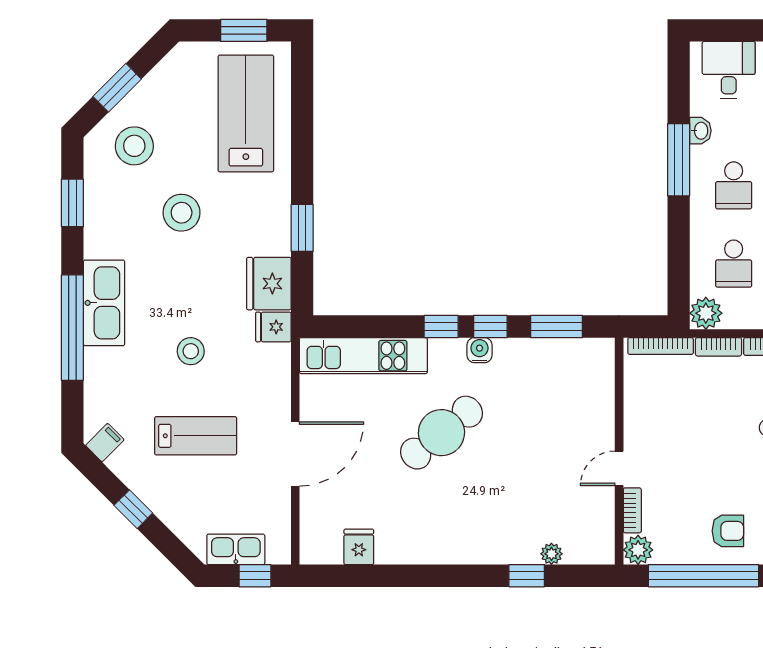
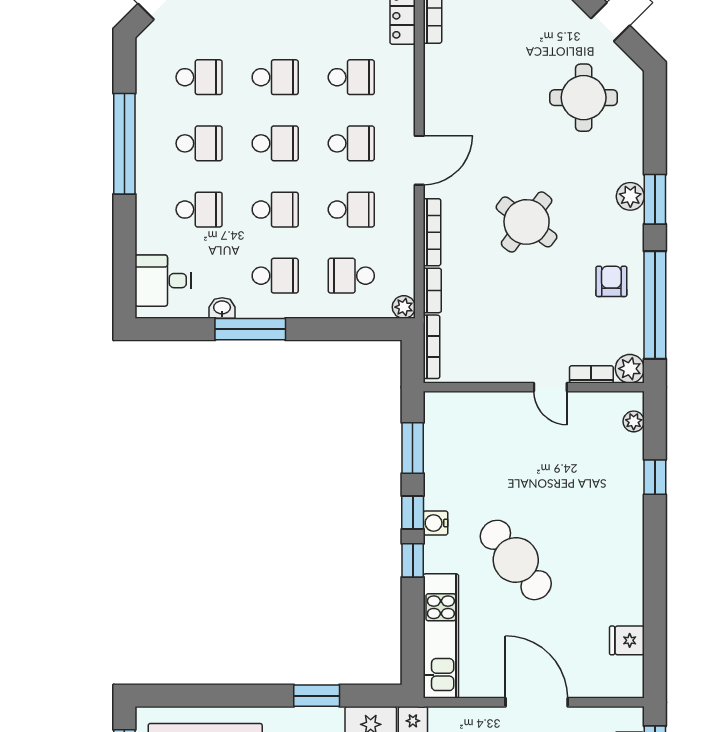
school desk: (734, 264) -> (351, 276), turned 180
plant: (706, 313) -> (404, 307), width x0.73, depth x0.73
plant: (551, 554) -> (634, 421), moved

